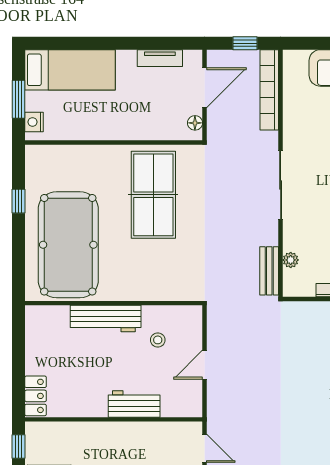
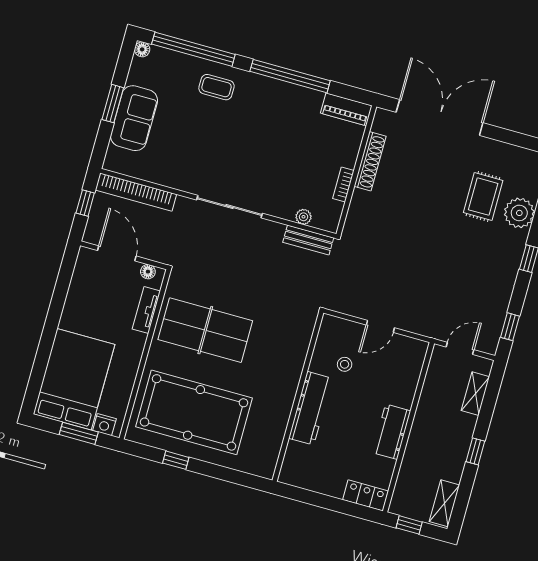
tv unit: (160, 58) -> (146, 310), moved, turned 180
bed: (70, 70) -> (74, 379), width x1.50
pool table: (68, 245) -> (194, 412), moved
door: (204, 365) -> (380, 326), hinge flipped
workbench: (134, 404) -> (391, 432), moved

